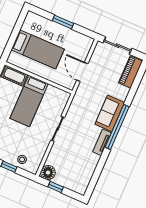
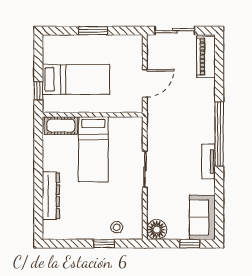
window: (9, 46) -> (38, 91), added
door: (82, 72) -> (145, 83), swing flipped
sofa: (110, 113) -> (202, 217), moved
window: (56, 187) -> (190, 244), moved

